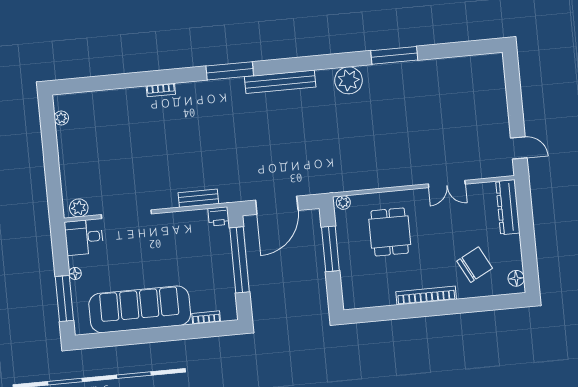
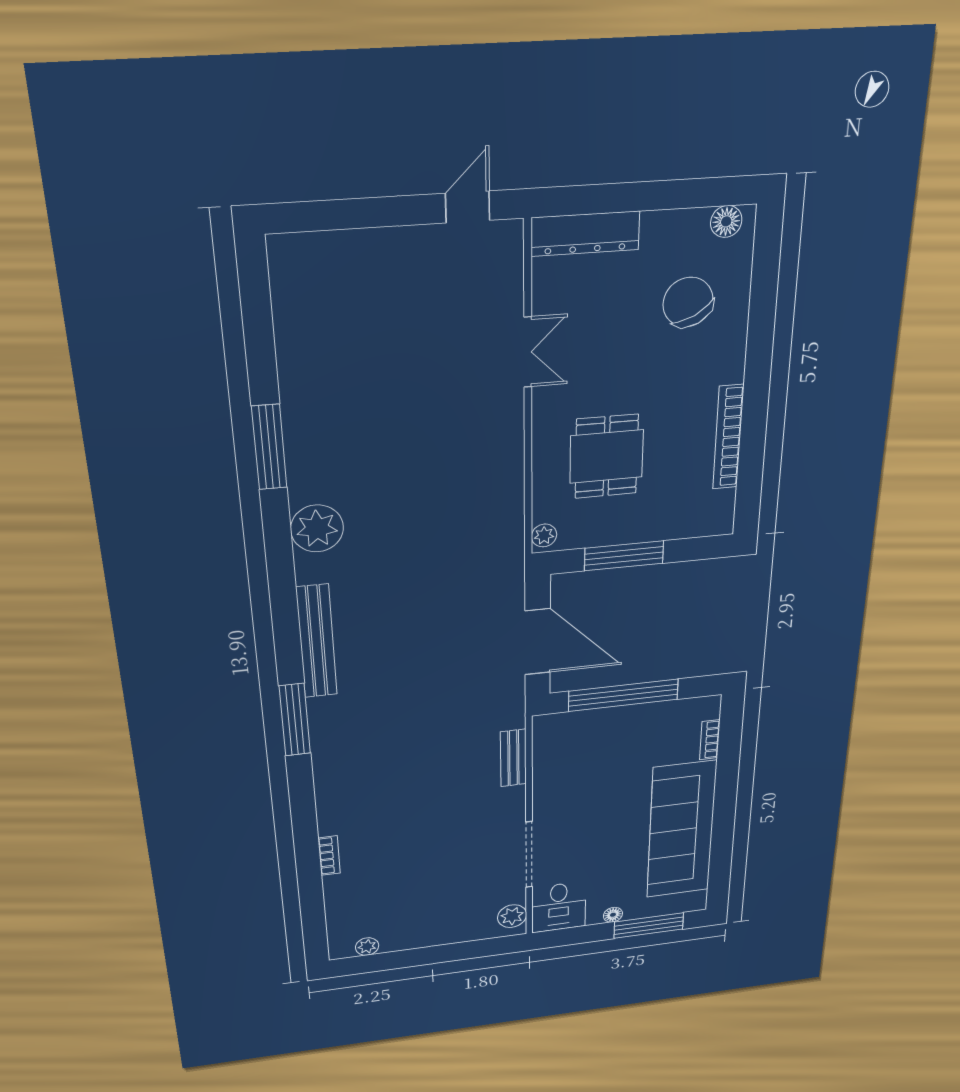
bookcase: (161, 90) -> (329, 856), moved
printer: (218, 216) -> (547, 728), removed
dining table: (390, 232) -> (607, 456), turned 90
bookcase: (426, 296) -> (728, 437), moved

